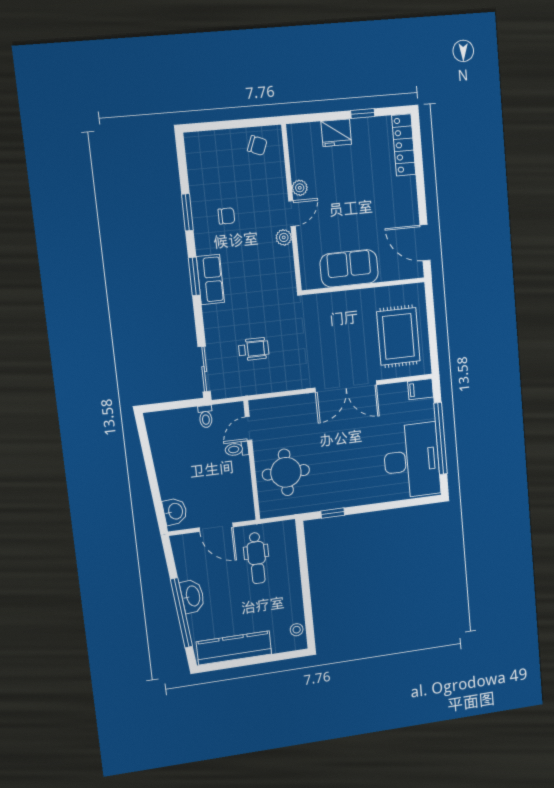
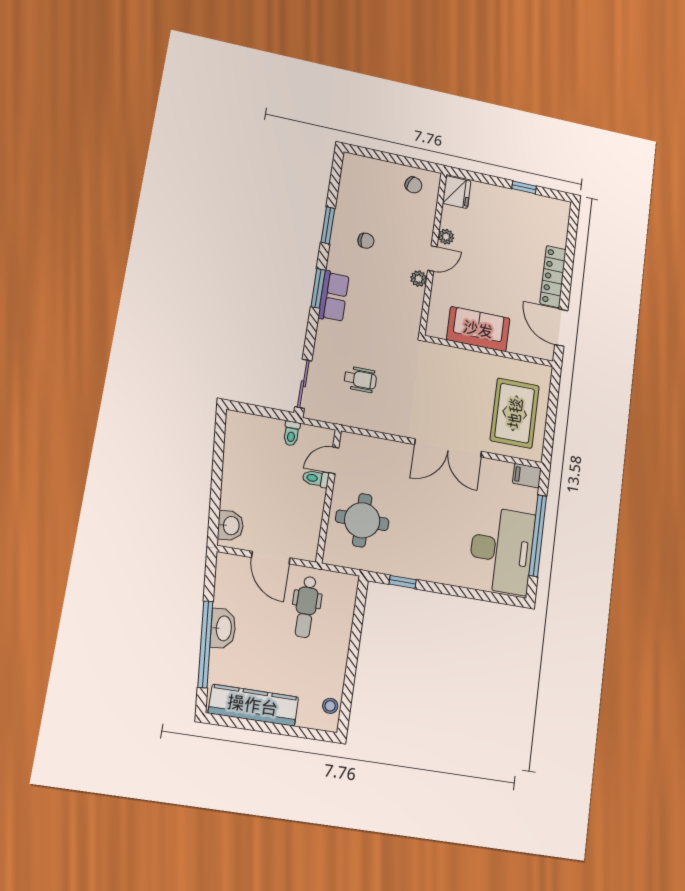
fridge: (336, 133) -> (457, 192), moved, turned -90
locker: (404, 145) -> (553, 277), moved

